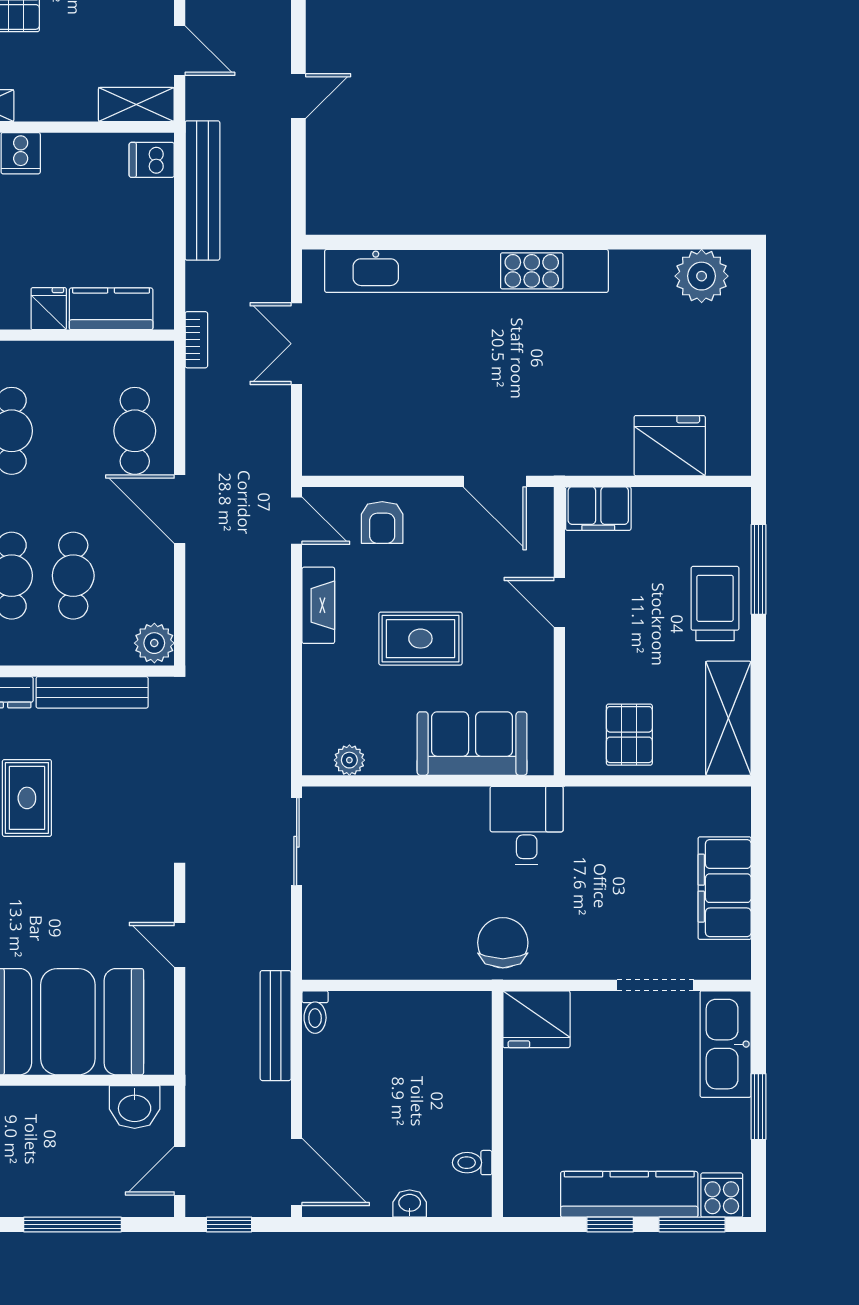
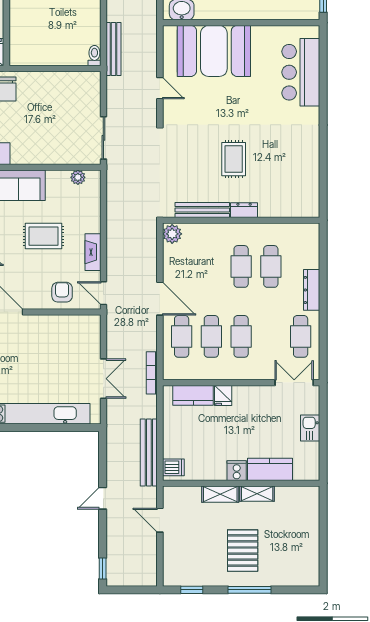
shelving: (136, 105) -> (220, 494), moved
bookcase: (196, 340) -> (152, 373), width x1.56
cafe table: (73, 576) -> (211, 336), moved

